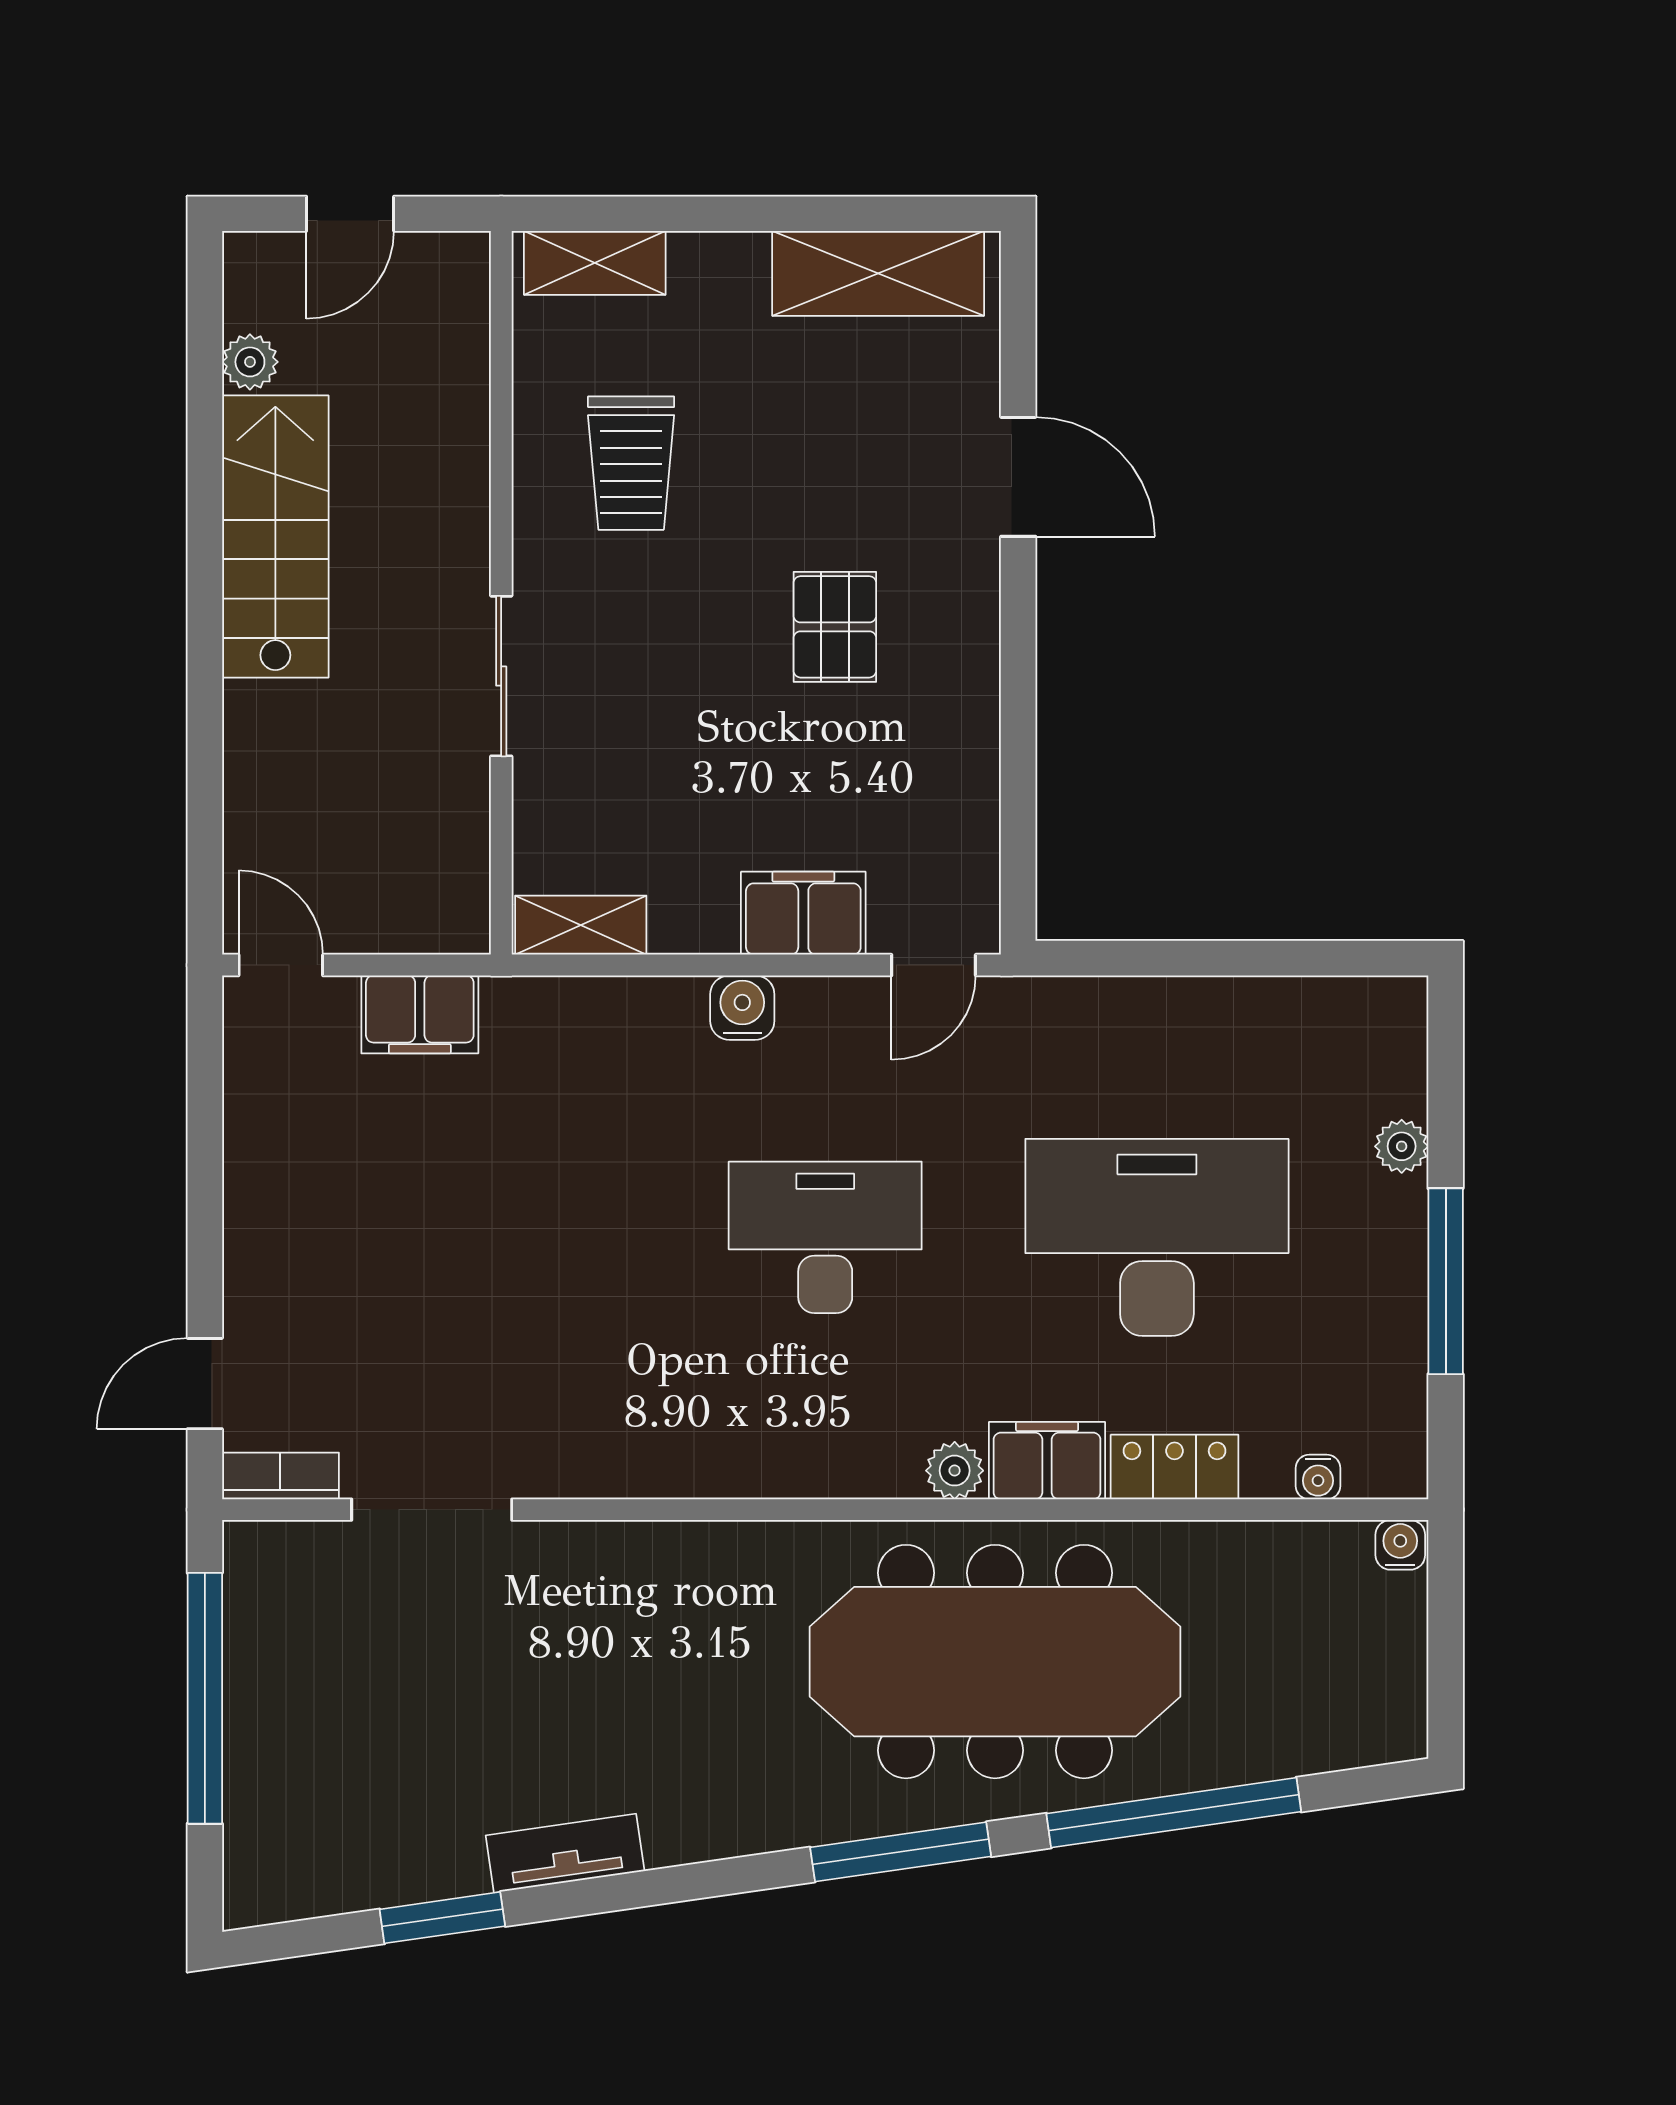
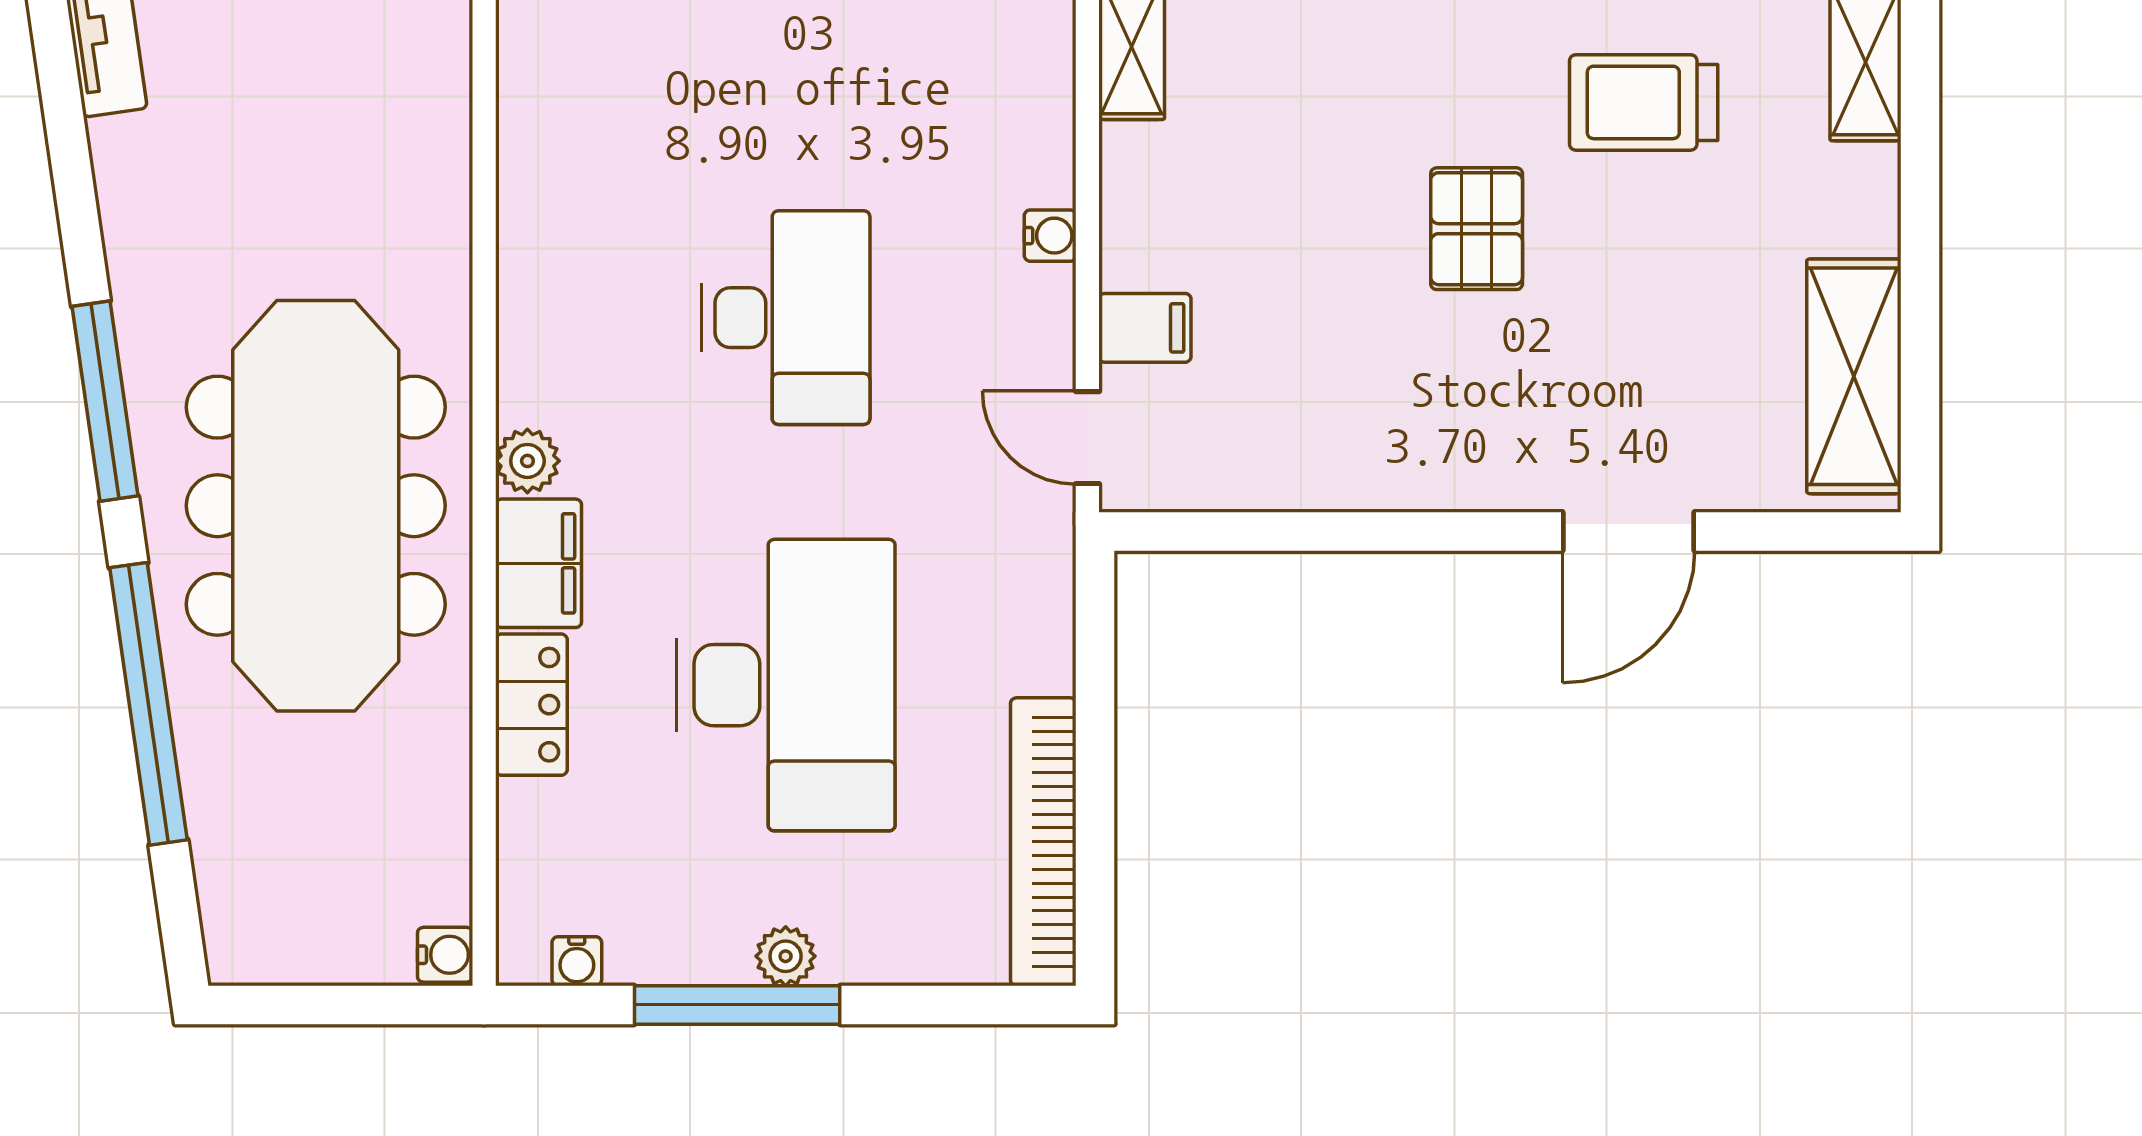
pallet: (835, 627) -> (1477, 229), moved, turned 90
filing cabinet: (803, 913) -> (1145, 328), width x0.50
bookcase: (1298, 1005) -> (1043, 842), added
water cooler: (742, 1008) -> (1050, 236), width x0.72, depth x0.72
plant: (1402, 1146) -> (786, 956), moved
water cooler: (1318, 1477) -> (577, 961), moved, turned -90

